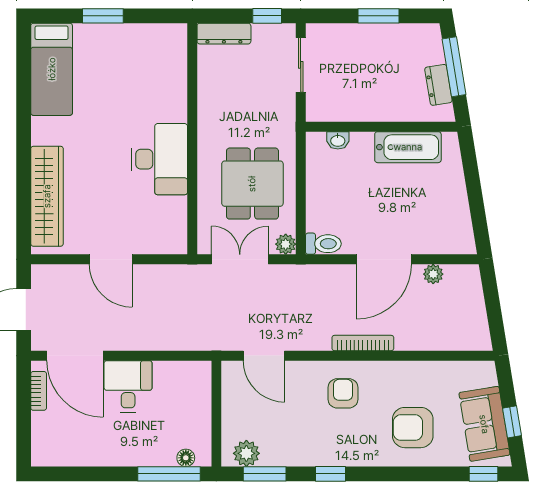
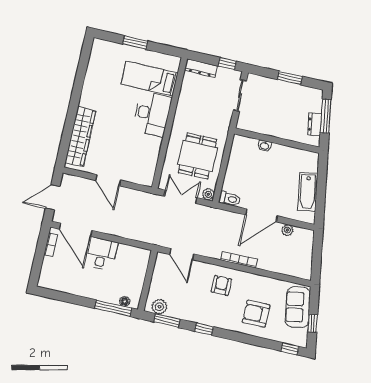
bed: (52, 69) -> (149, 79), moved, turned 90
washbasin: (338, 140) -> (265, 146), moved
bathtub: (408, 147) -> (308, 192), moved, turned 81
desk: (159, 159) -> (152, 114), moved
sofa: (484, 424) -> (298, 307), moved

